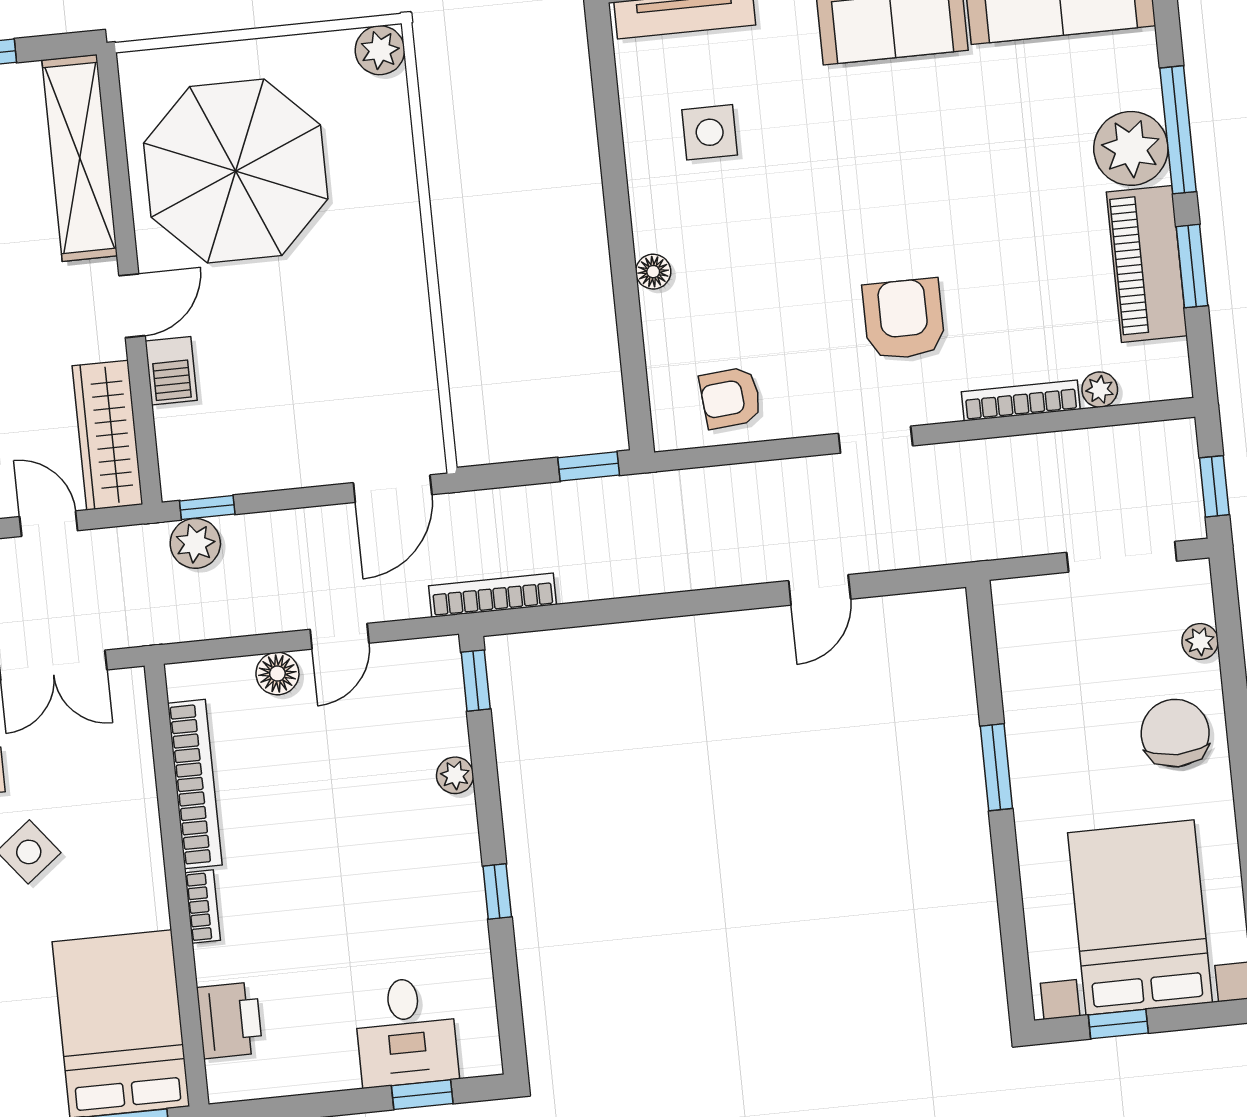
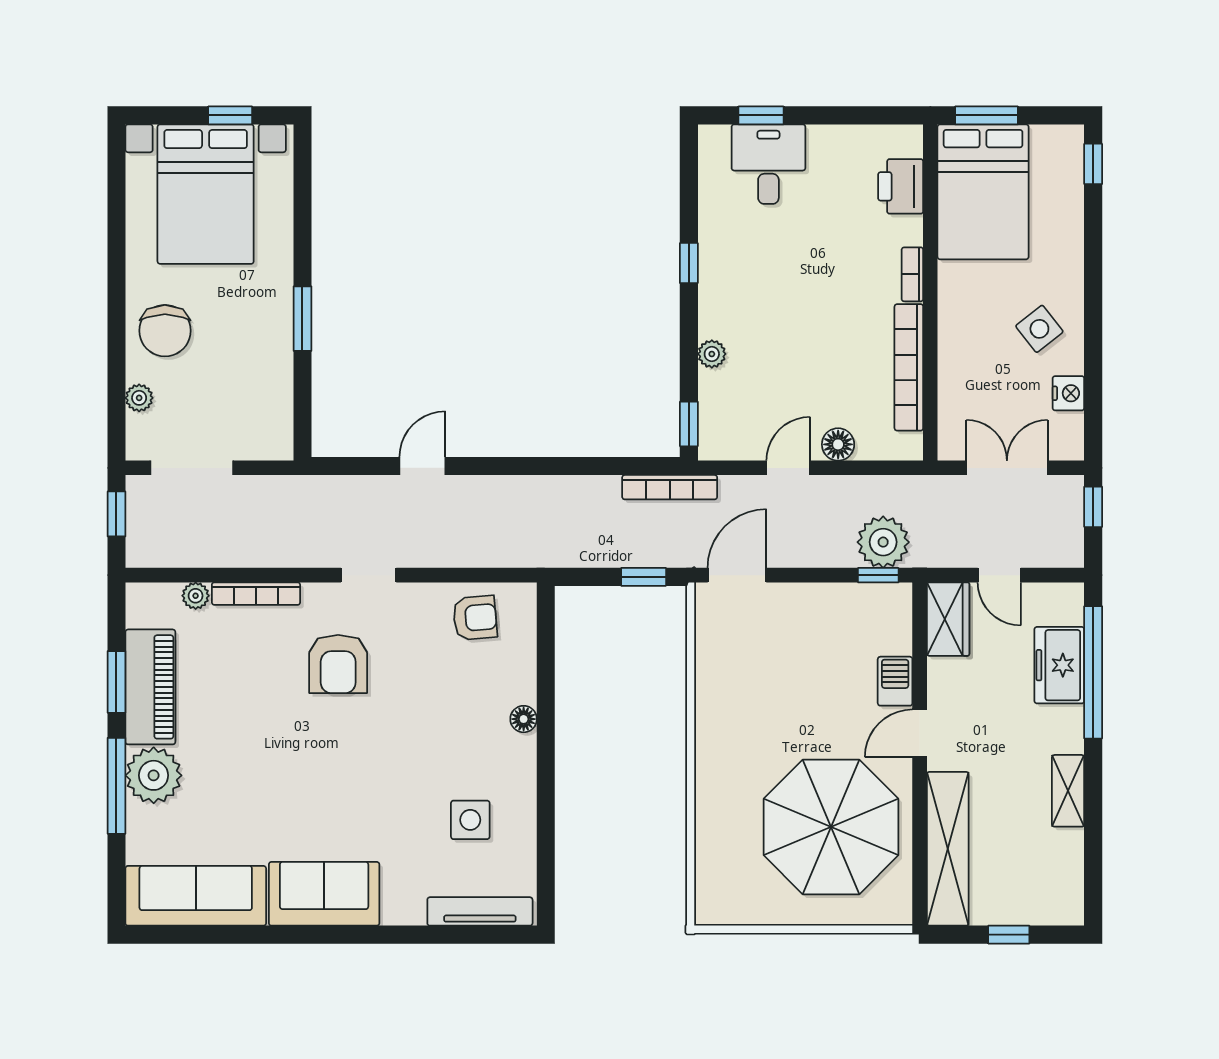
plant: (380, 50) -> (713, 907), removed
wardrobe: (107, 435) -> (948, 619), width x0.67
window: (589, 466) -> (644, 577), moved
plant: (195, 543) -> (883, 542), width x1.36, depth x1.36

